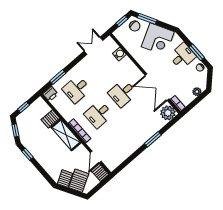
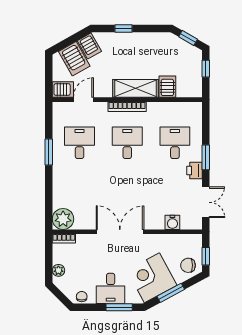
window: (147, 19) -> (171, 293), moved
window: (197, 52) -> (119, 307), moved
window: (58, 77) -> (206, 157), moved
double door: (157, 87) -> (120, 232), moved
desk: (122, 93) -> (80, 143), moved
printer: (50, 94) -> (194, 171), moved
window: (153, 139) -> (49, 152), moved
window: (27, 154) -> (123, 28), moved
door: (96, 157) -> (83, 100), hinge flipped

